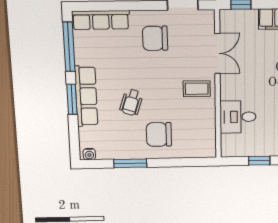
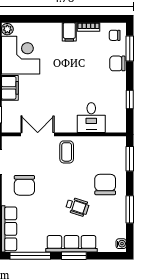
chair: (159, 134) -> (105, 184), turned 180
window: (190, 162) -> (130, 159), added

